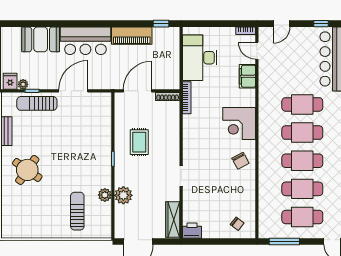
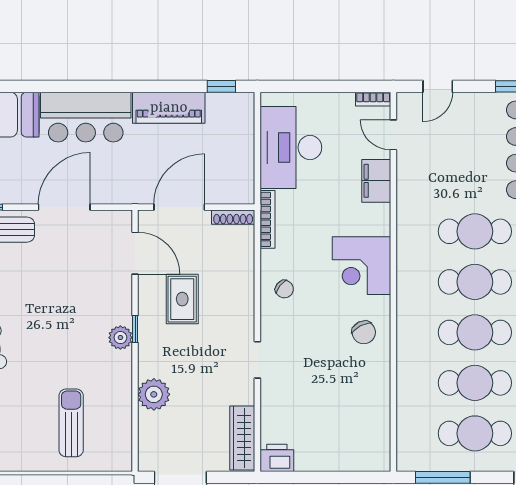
door: (113, 116) -> (135, 253), added
plant: (105, 195) -> (120, 338), moved
chair: (237, 224) -> (284, 289), moved

